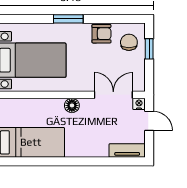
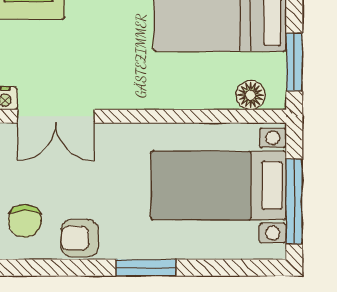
floor lamp: (72, 105) -> (251, 95), moved

